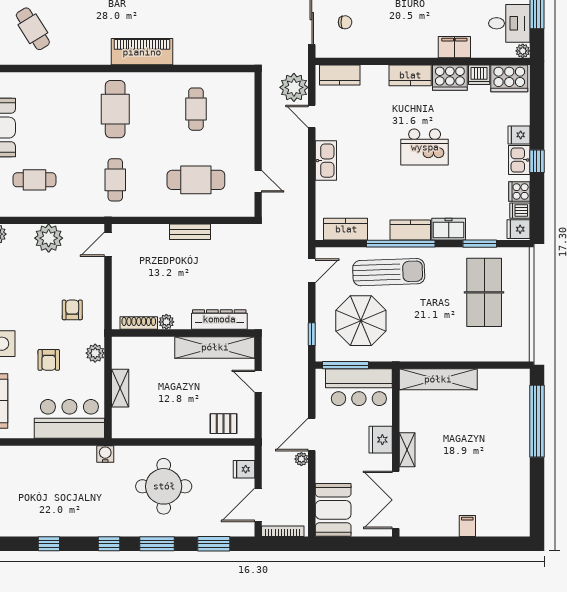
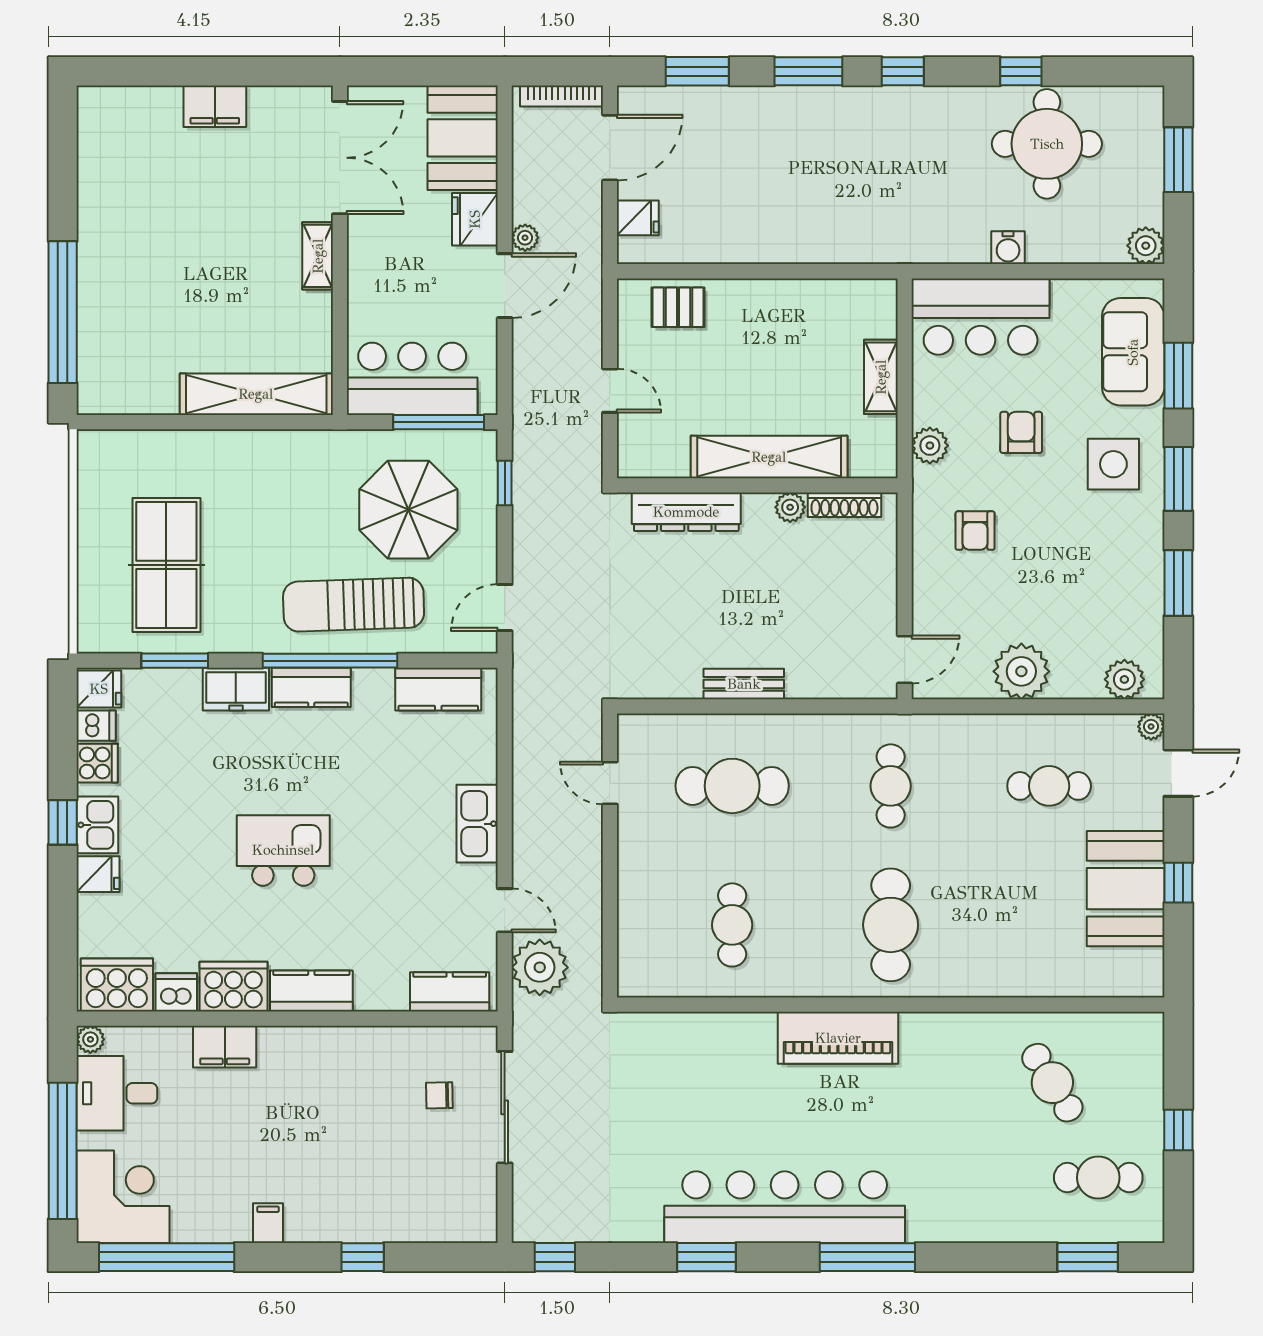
shelving: (215, 347) -> (769, 457), moved
fridge: (381, 440) -> (475, 219), moved, turned 180
water cooler: (105, 454) -> (1008, 248), moved
round table: (164, 486) -> (1047, 144), moved
filing cabinet: (467, 526) -> (215, 106), width x2.00

